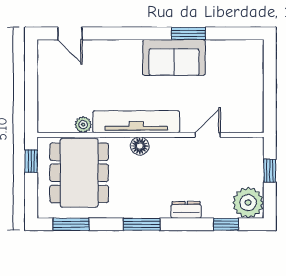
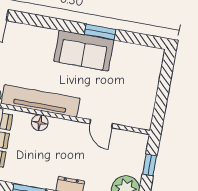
door: (208, 135) -> (101, 124), swing flipped

